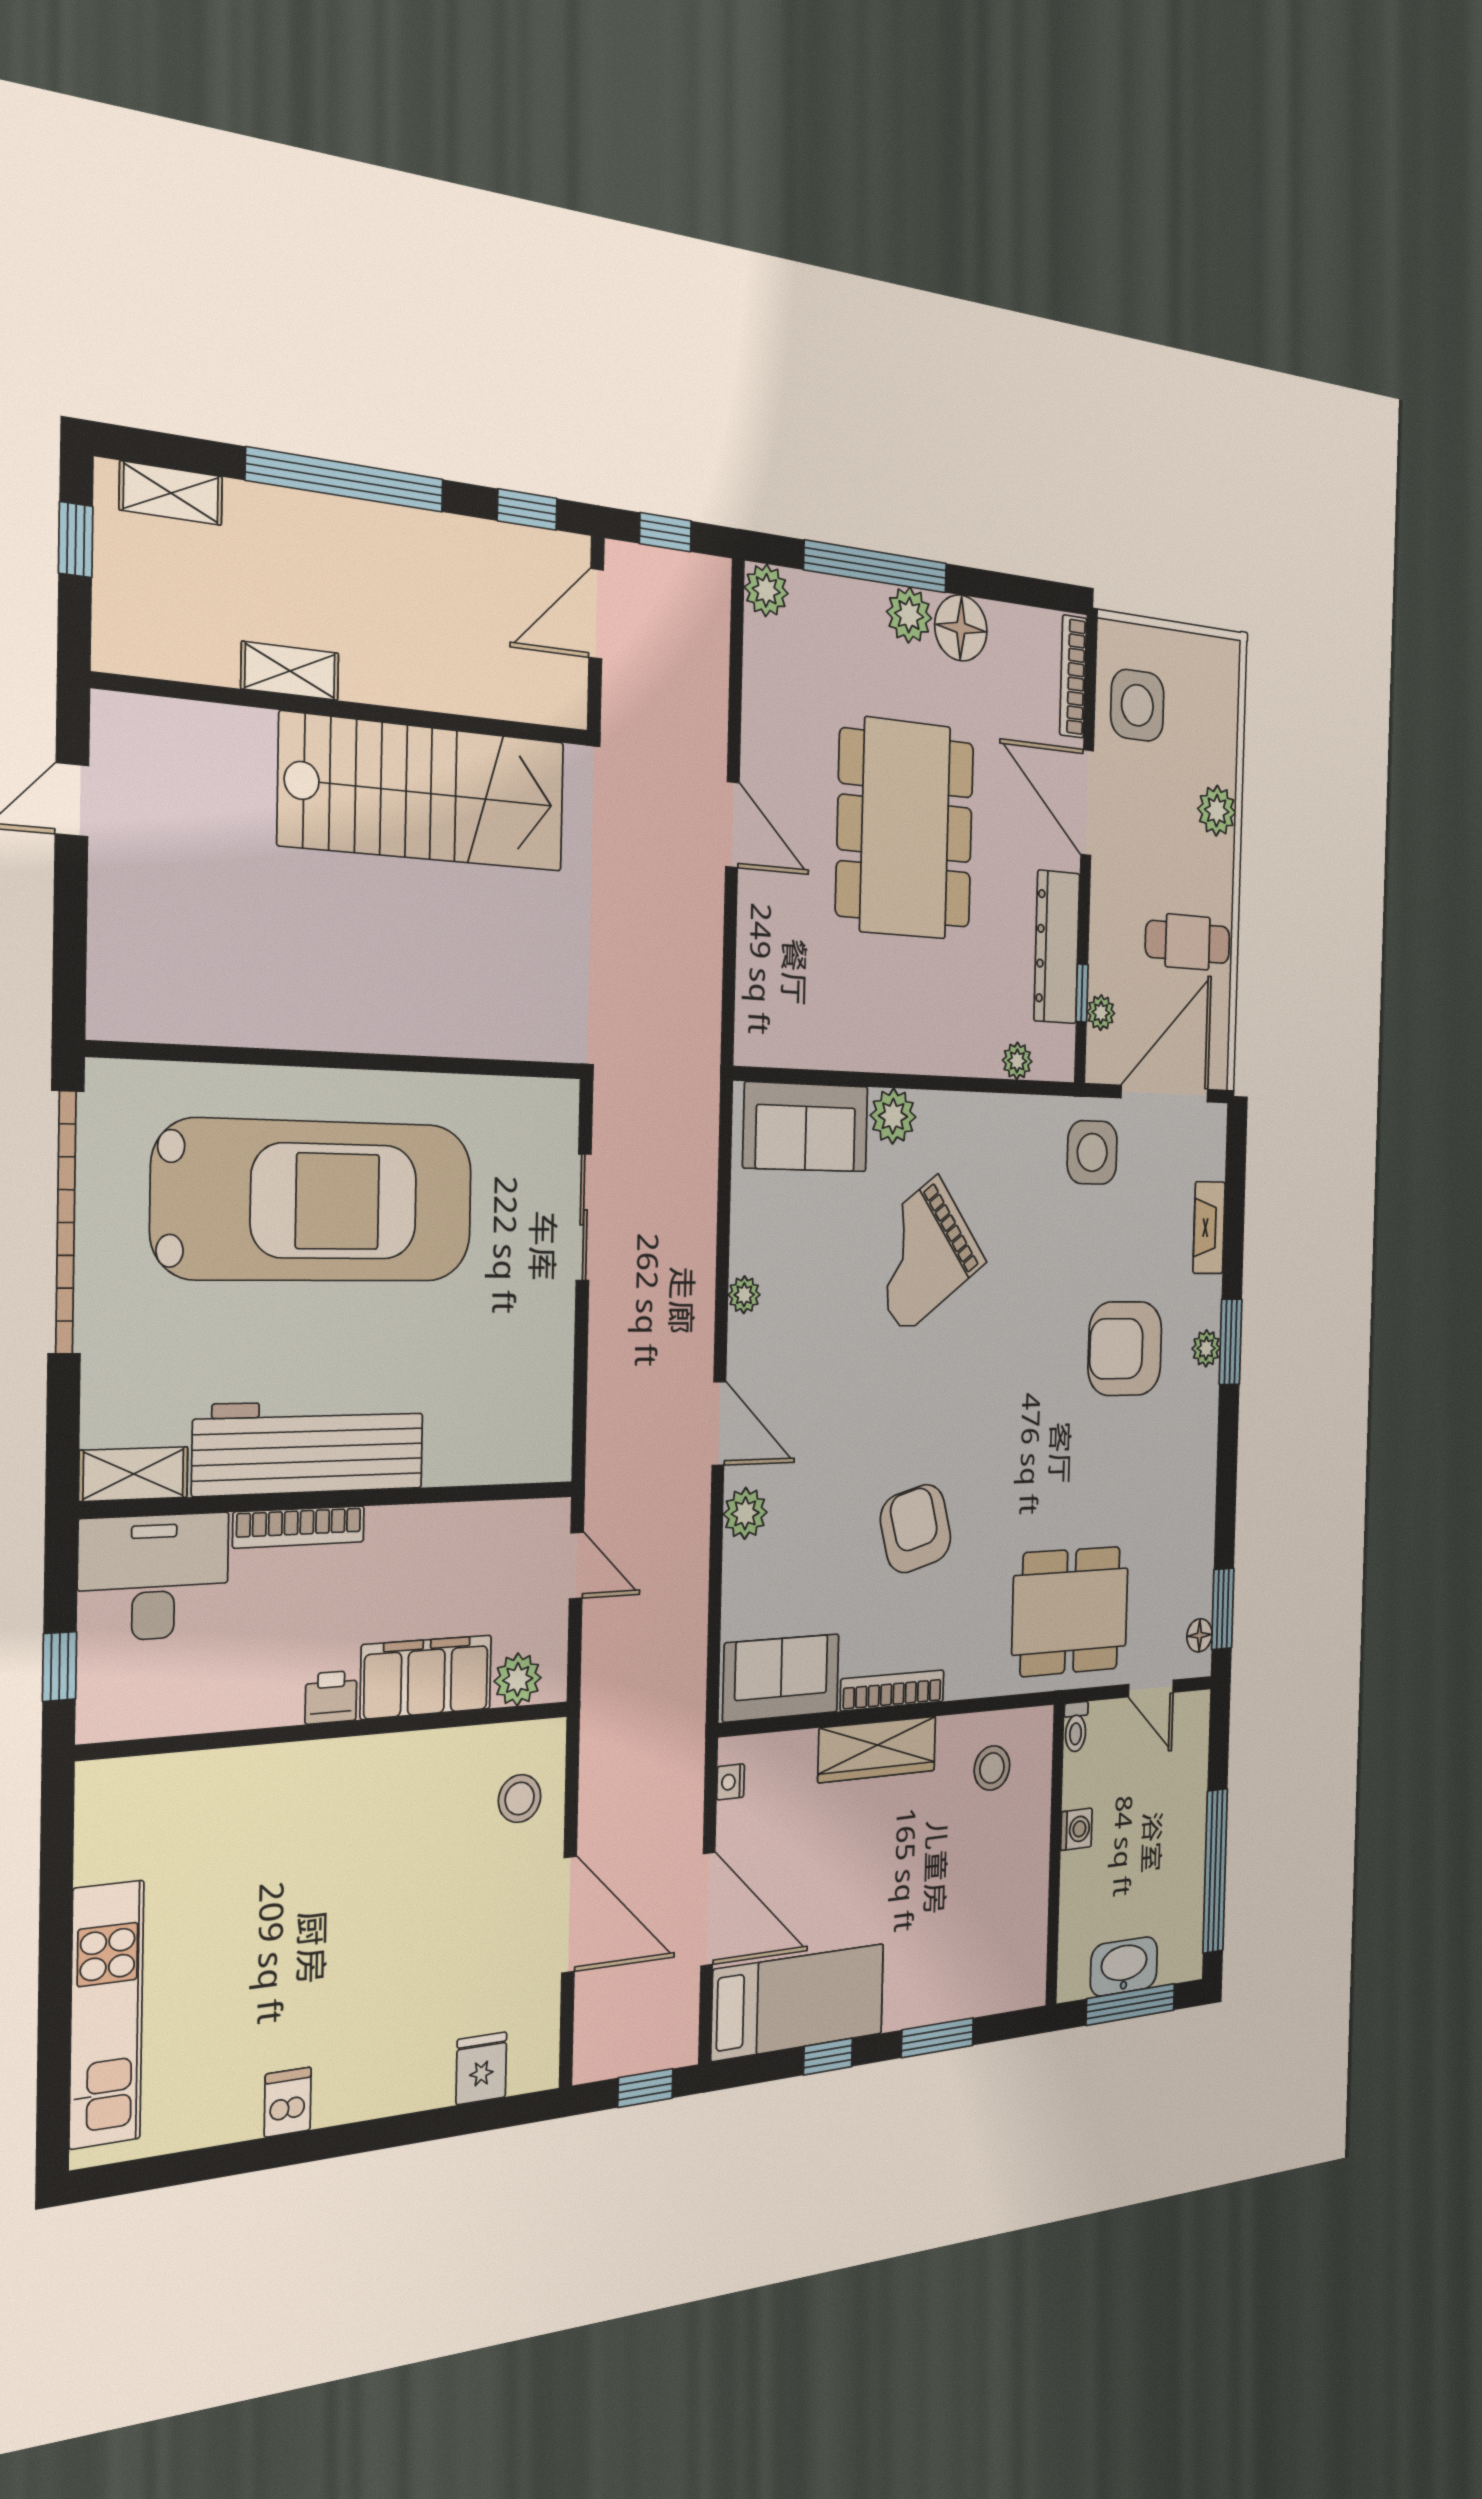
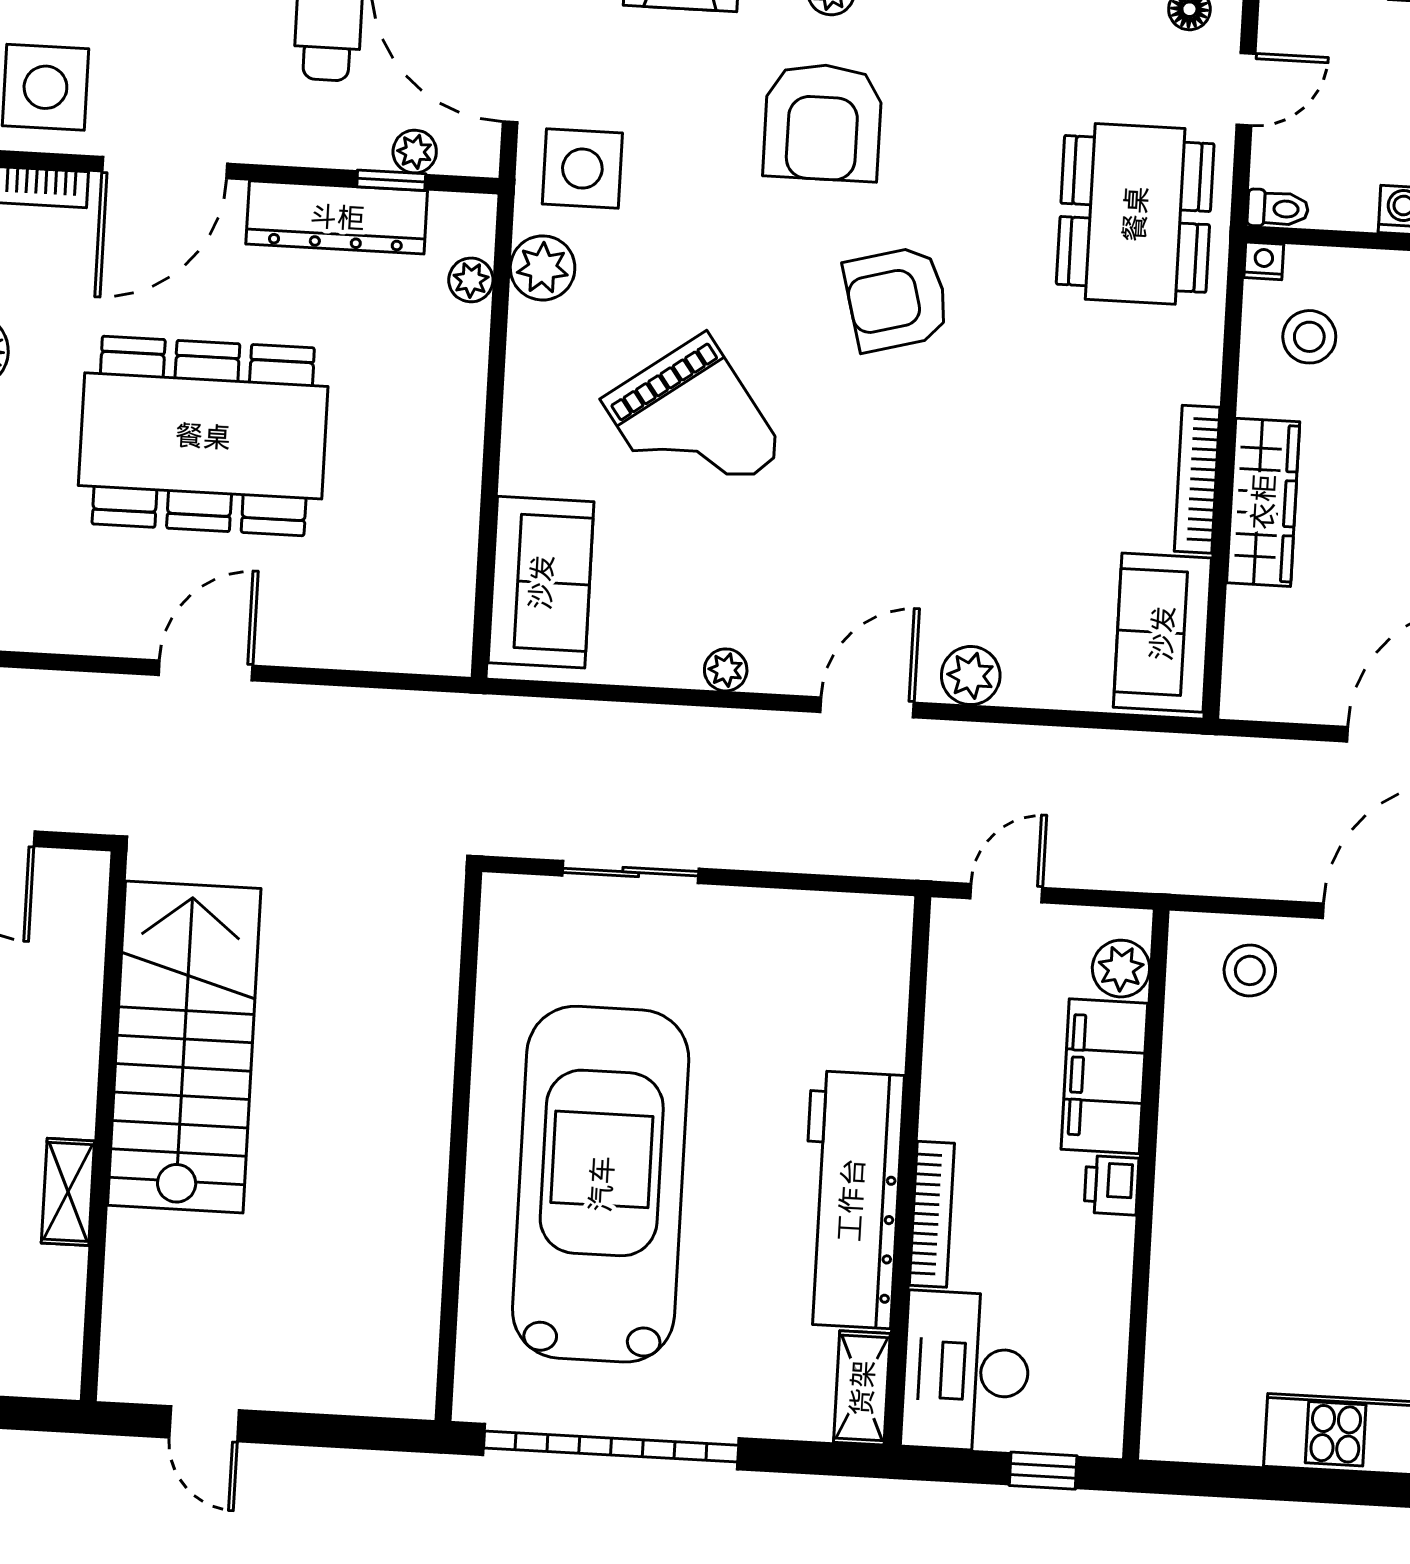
plant: (893, 1116) -> (543, 268), moved
armchair: (916, 1529) -> (897, 299), moved
nightstand: (731, 1782) -> (1264, 261), moved, turned 180

